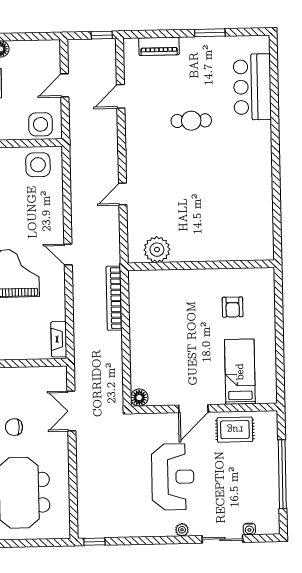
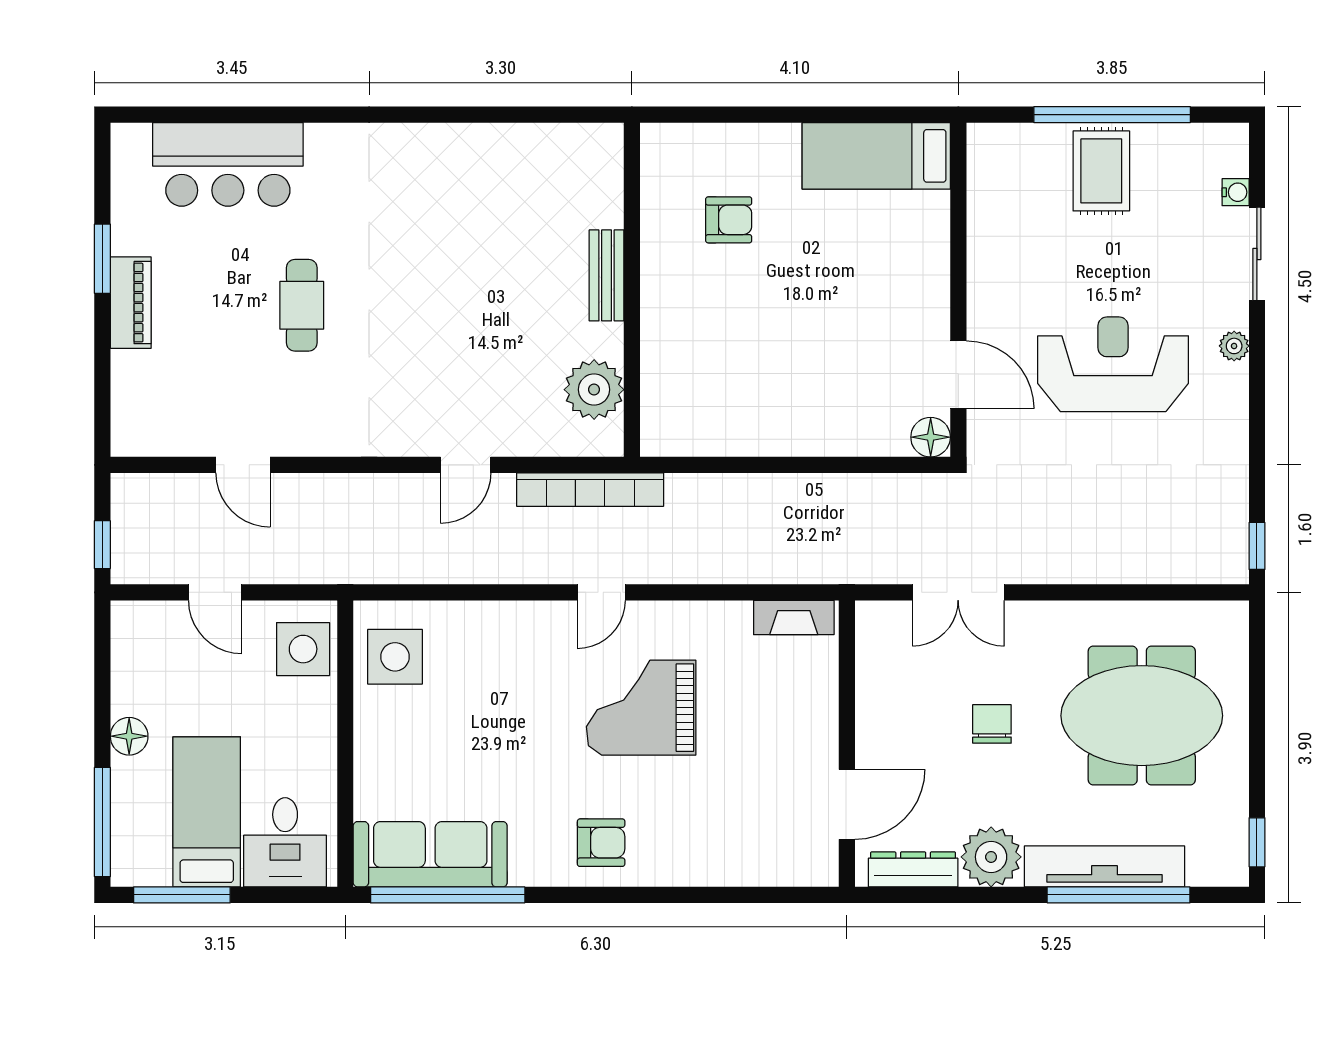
window: (102, 35) -> (102, 545), moved
piano: (159, 46) -> (131, 303), moved
door: (123, 194) -> (466, 465), hinge flipped
bench: (207, 254) -> (607, 275), added
bookcase: (114, 298) -> (590, 490), moved
bed: (240, 372) -> (876, 156), moved
door: (193, 409) -> (958, 375), moved
chair: (14, 427) -> (992, 724), turned 180
rug: (235, 430) -> (1101, 171), moved

